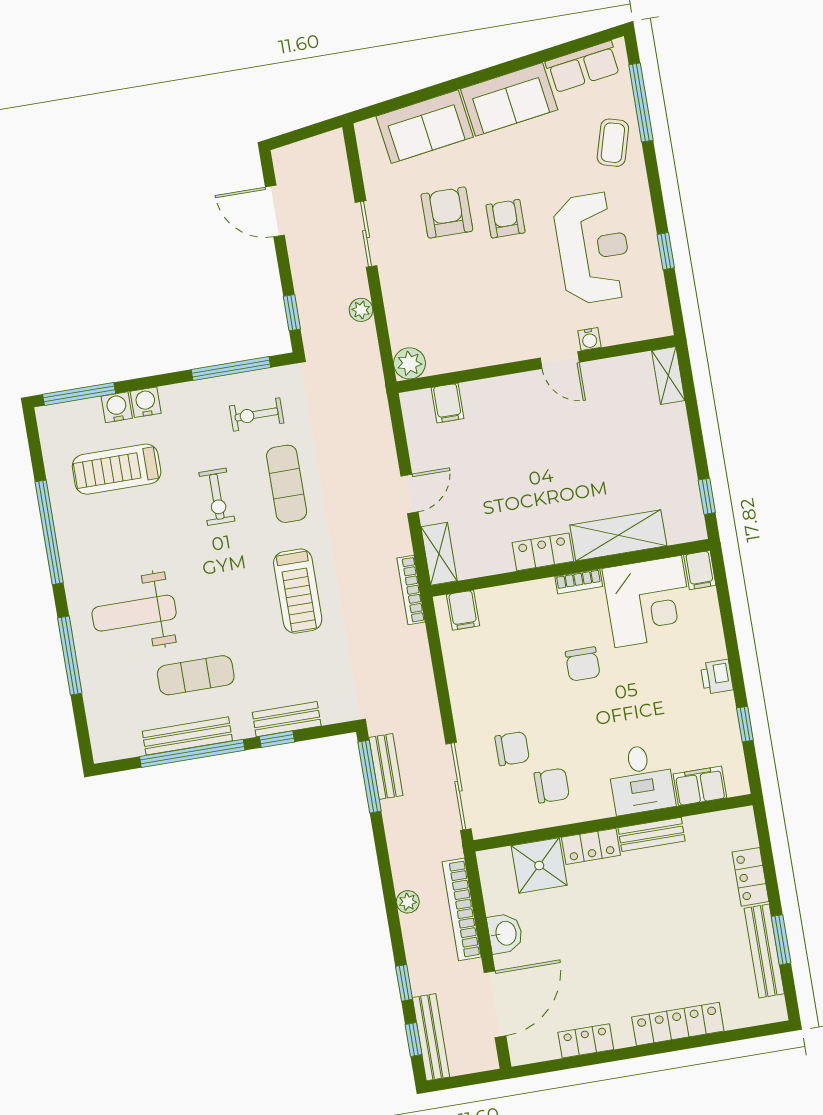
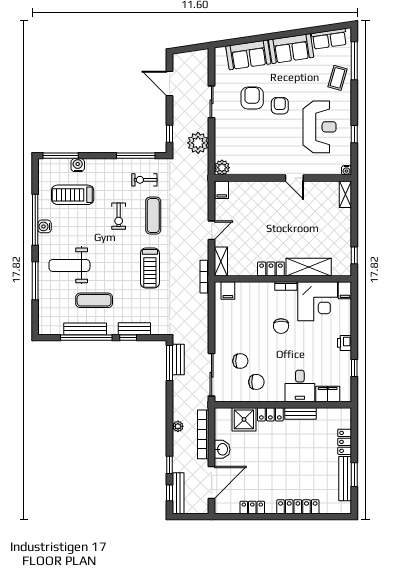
plant: (361, 310) -> (198, 143), width x1.88, depth x1.88
water cooler: (589, 339) -> (347, 170), moved
water cooler: (146, 402) -> (45, 226), moved, turned -90
filing cabinet: (448, 403) -> (222, 190), moved

